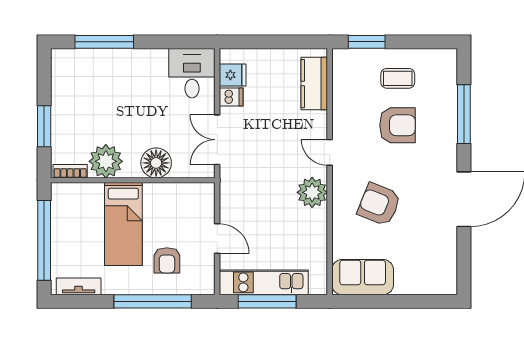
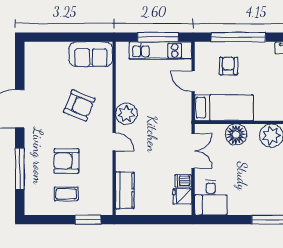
bed: (123, 224) -> (224, 108), moved, turned 90

